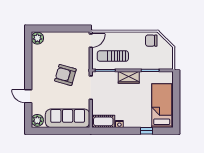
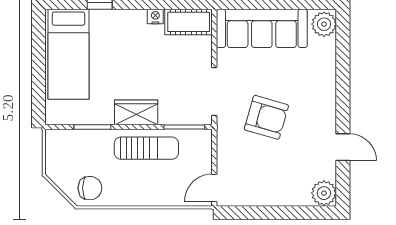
sun lounger: (113, 56) -> (146, 148), moved
door: (28, 96) -> (343, 147), moved

